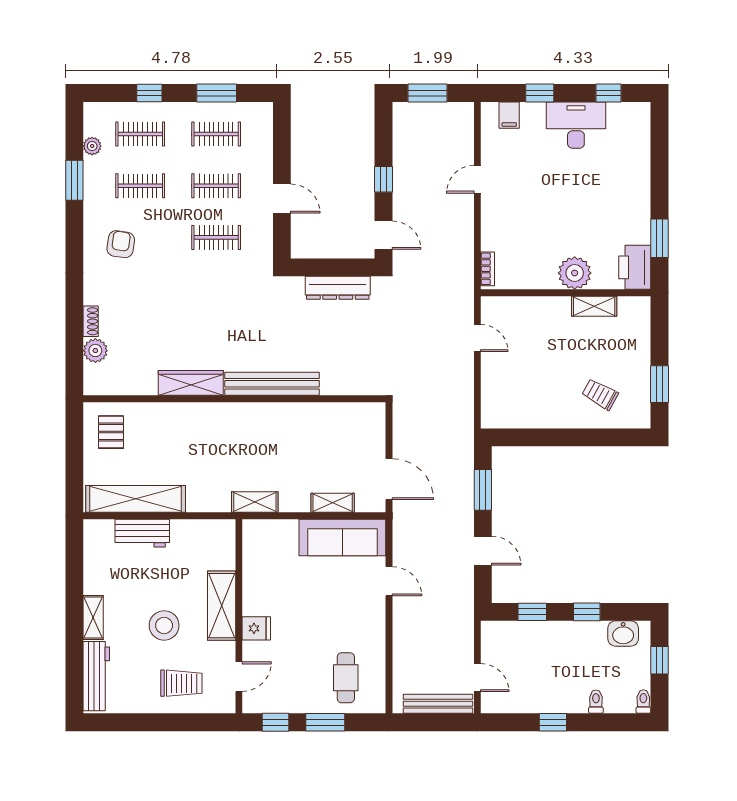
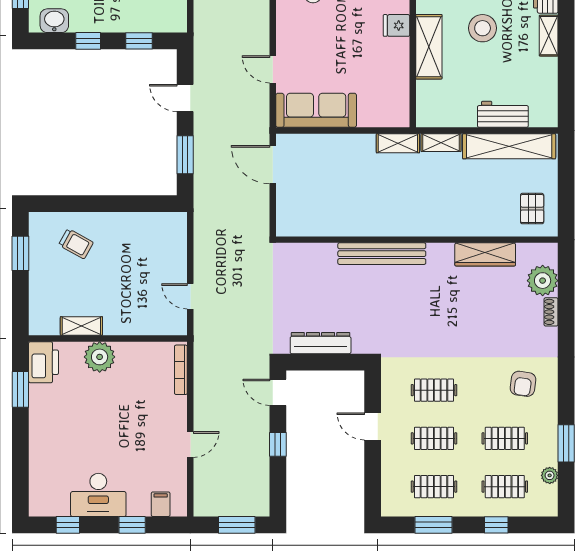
bookcase: (487, 269) -> (181, 370), width x1.56
plant: (95, 351) -> (543, 281), width x1.36, depth x1.36
wardrobe: (191, 383) -> (485, 254), moved
shelving: (333, 503) -> (441, 143), moved

